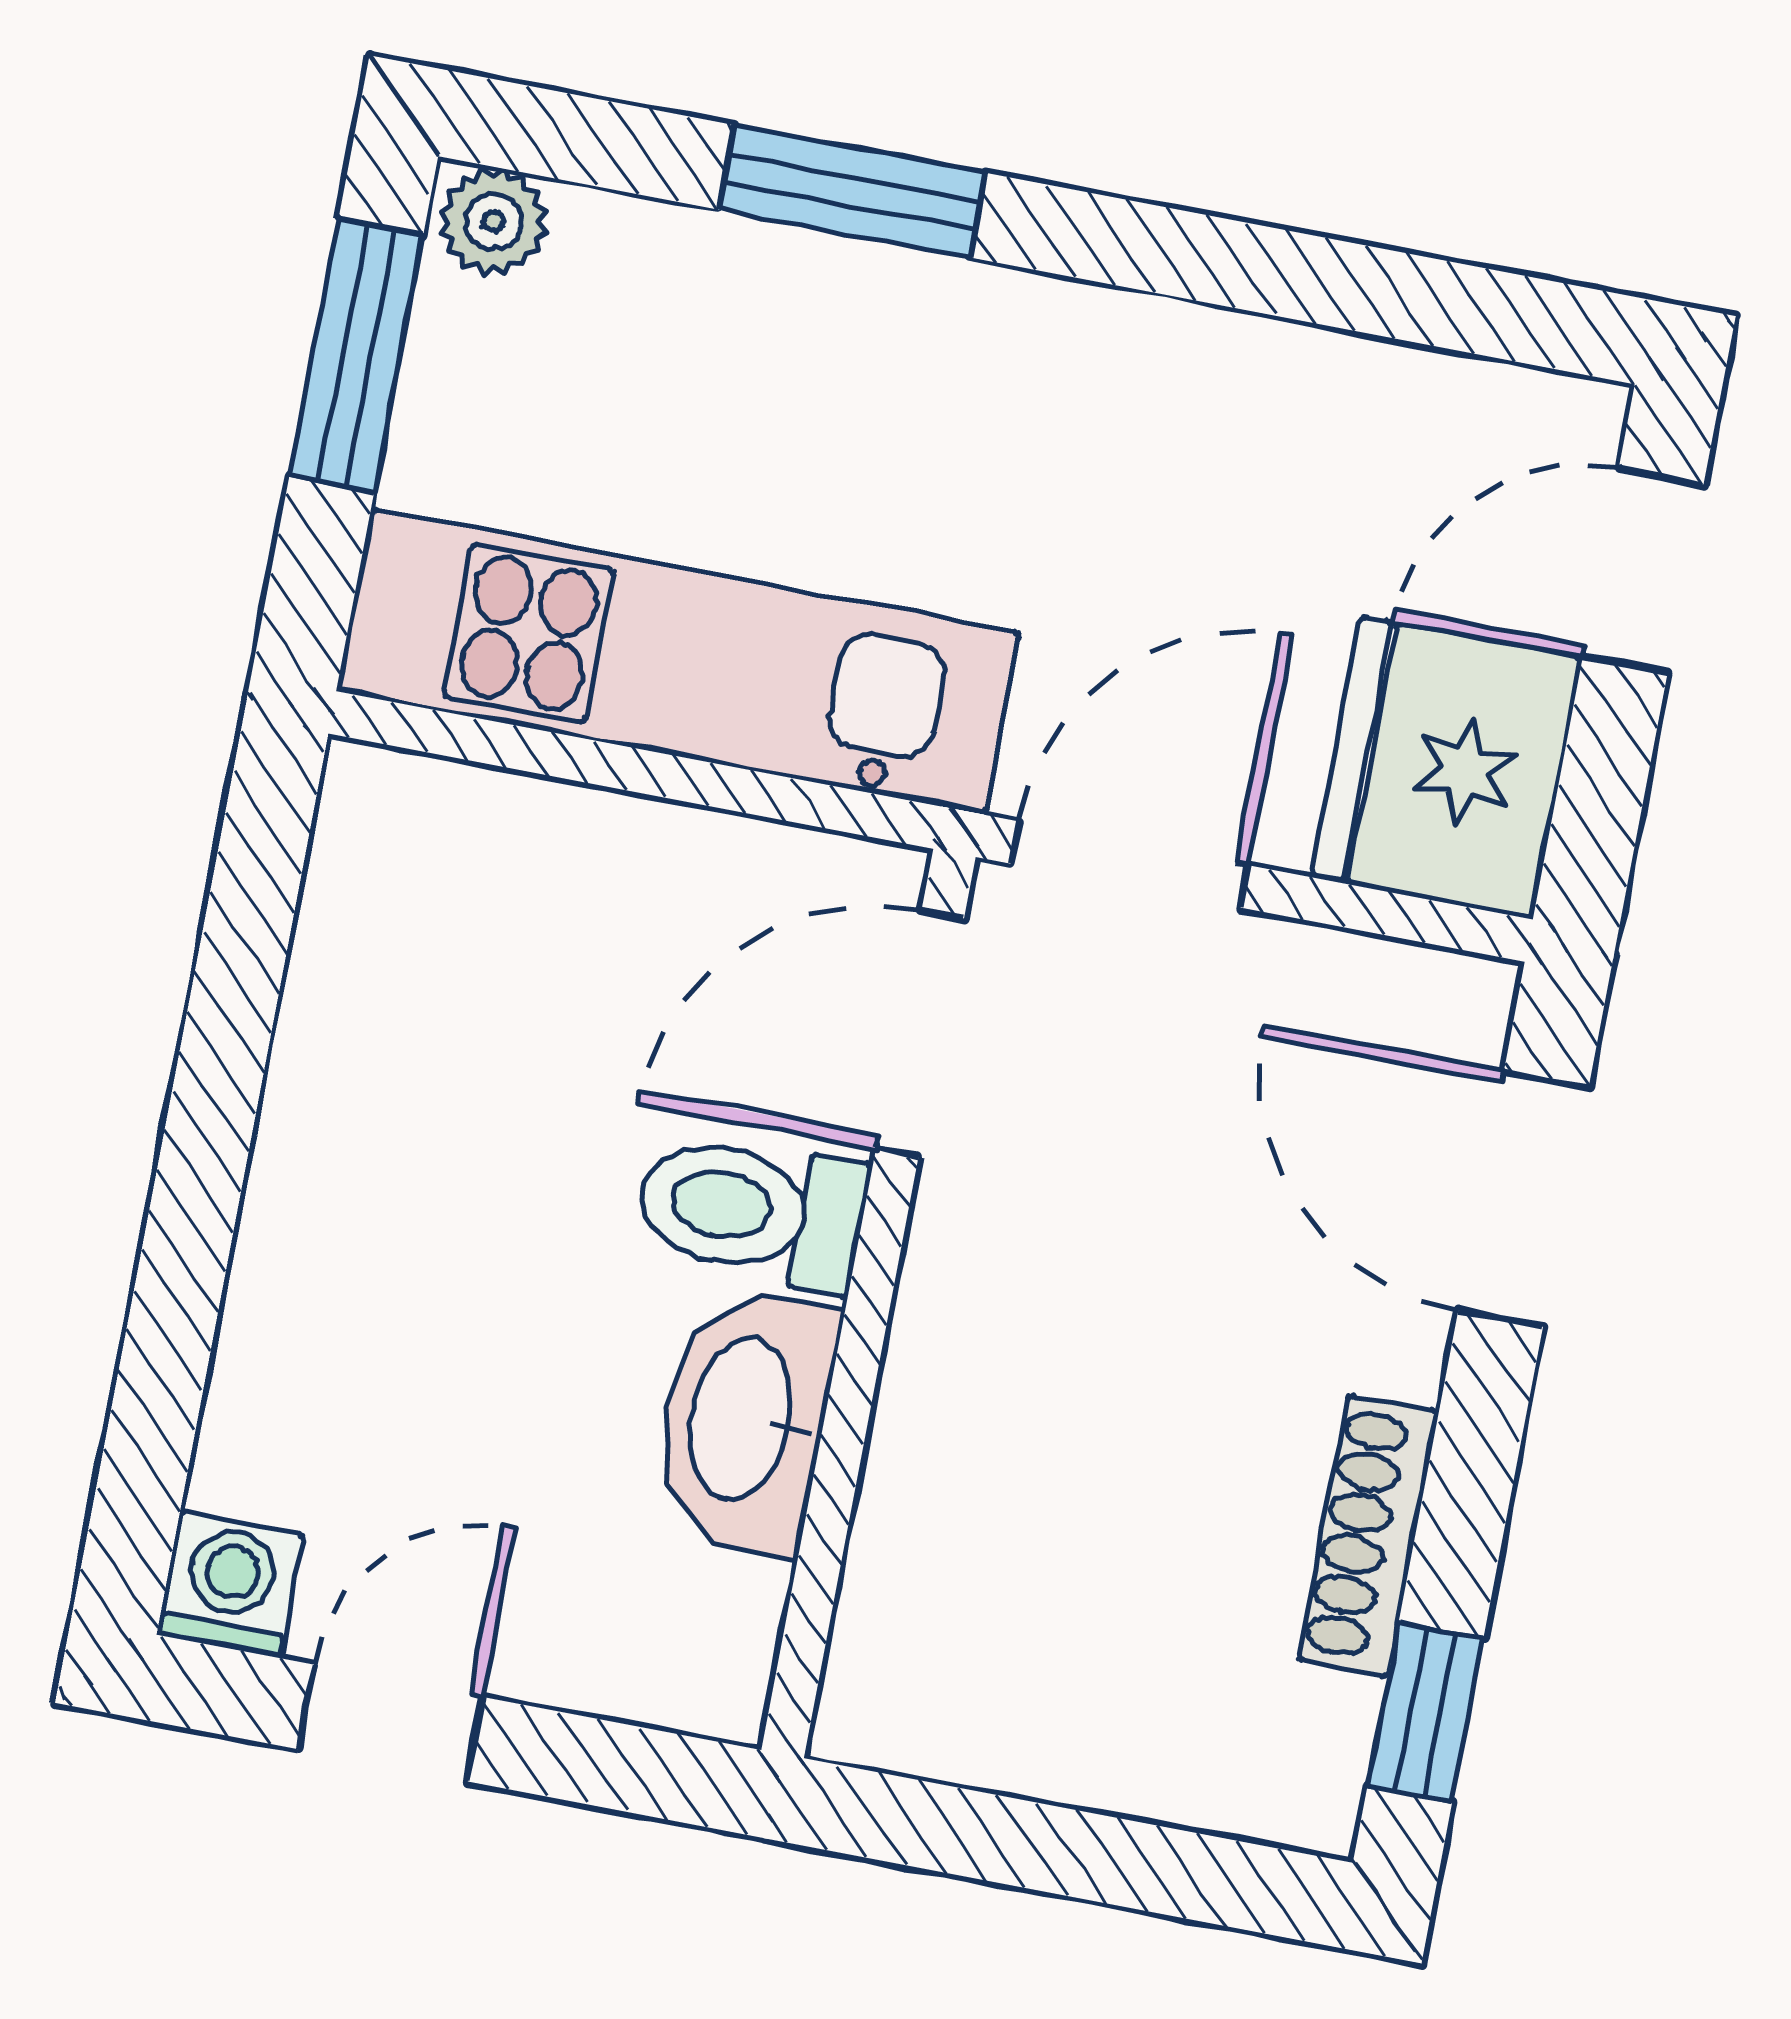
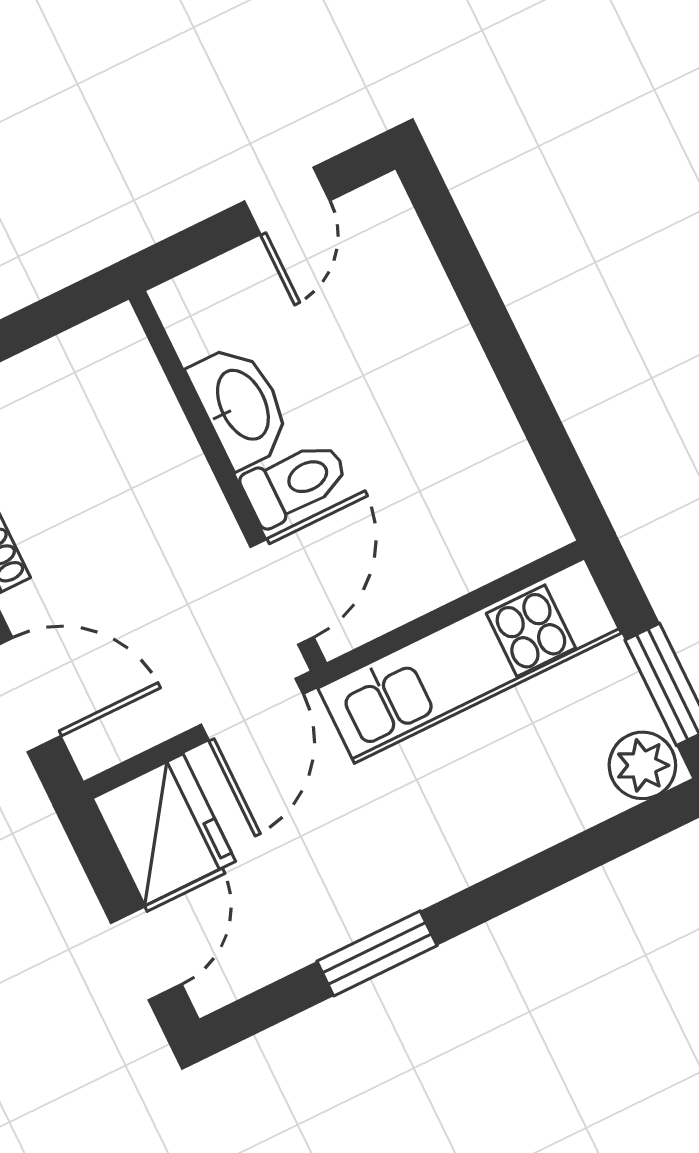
window: (852, 191) -> (377, 953), moved
plant: (494, 221) -> (642, 765), width x1.38, depth x1.38
washing machine: (230, 1584) -> (382, 208), removed

